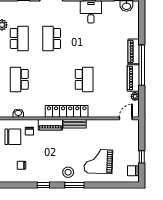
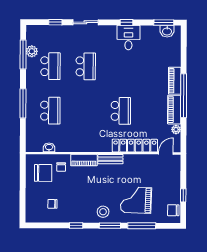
school desk: (52, 38) -> (86, 66), turned 180
school desk: (19, 79) -> (50, 111), turned 180
locker: (67, 111) -> (135, 146), moved
window: (104, 185) -> (142, 226), added

